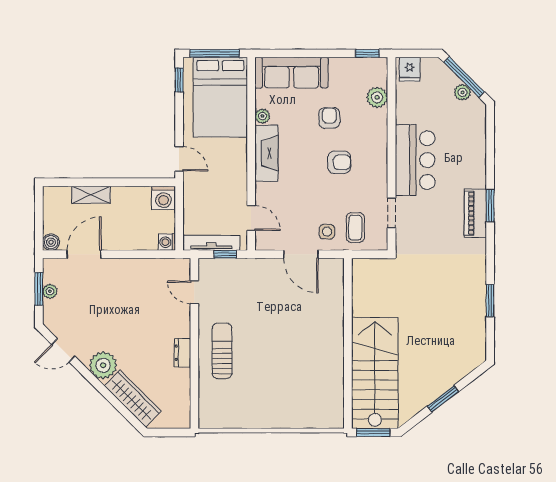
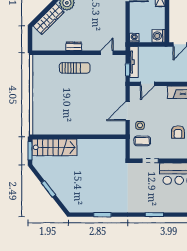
piano: (475, 213) -> (150, 207), removed
stairs: (375, 373) -> (54, 147), width x0.73, depth x0.66

